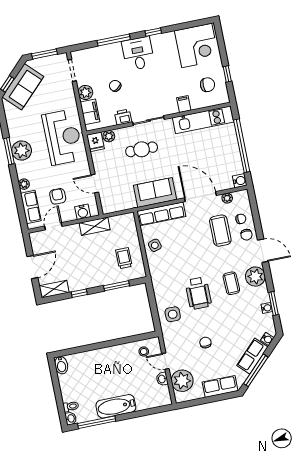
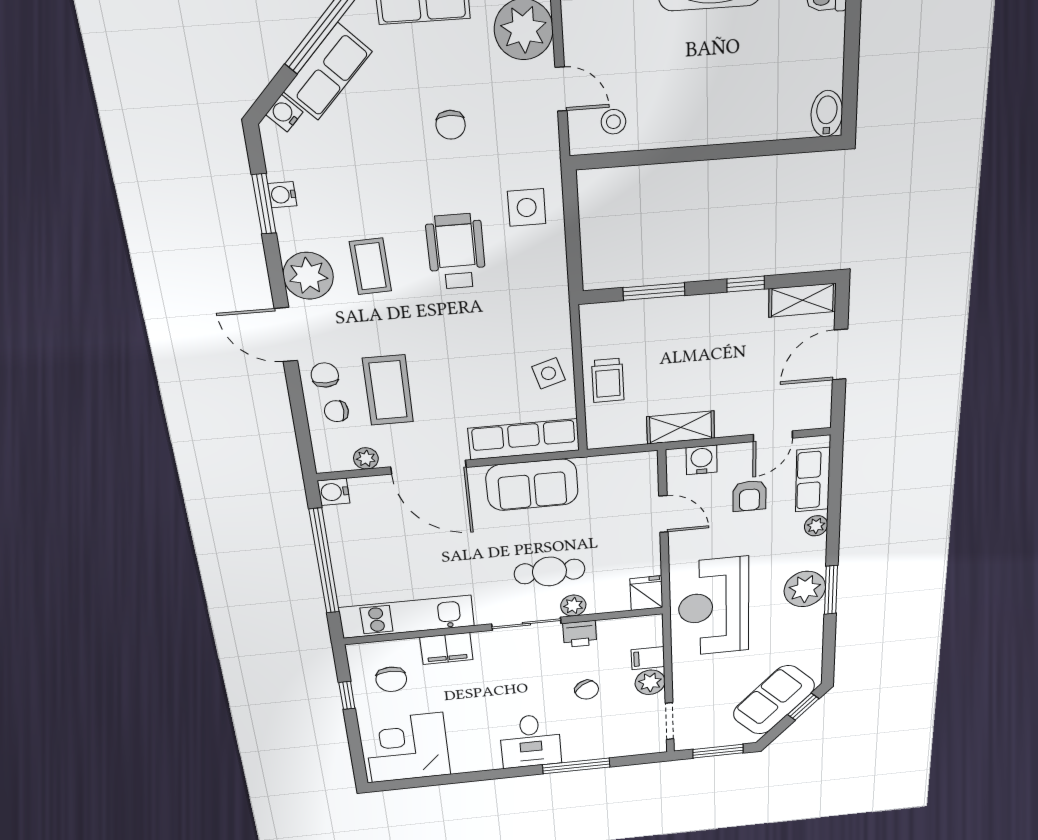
window: (153, 32) -> (494, 774), removed
chair: (207, 85) -> (391, 679), turned -90
filing cabinet: (184, 104) -> (446, 648), width x2.00
filing cabinet: (90, 112) -> (648, 658), width x0.50
plant: (109, 136) -> (573, 606), moved
trolley: (124, 258) -> (608, 380), moved
washbasin: (162, 379) -> (576, 42), removed

